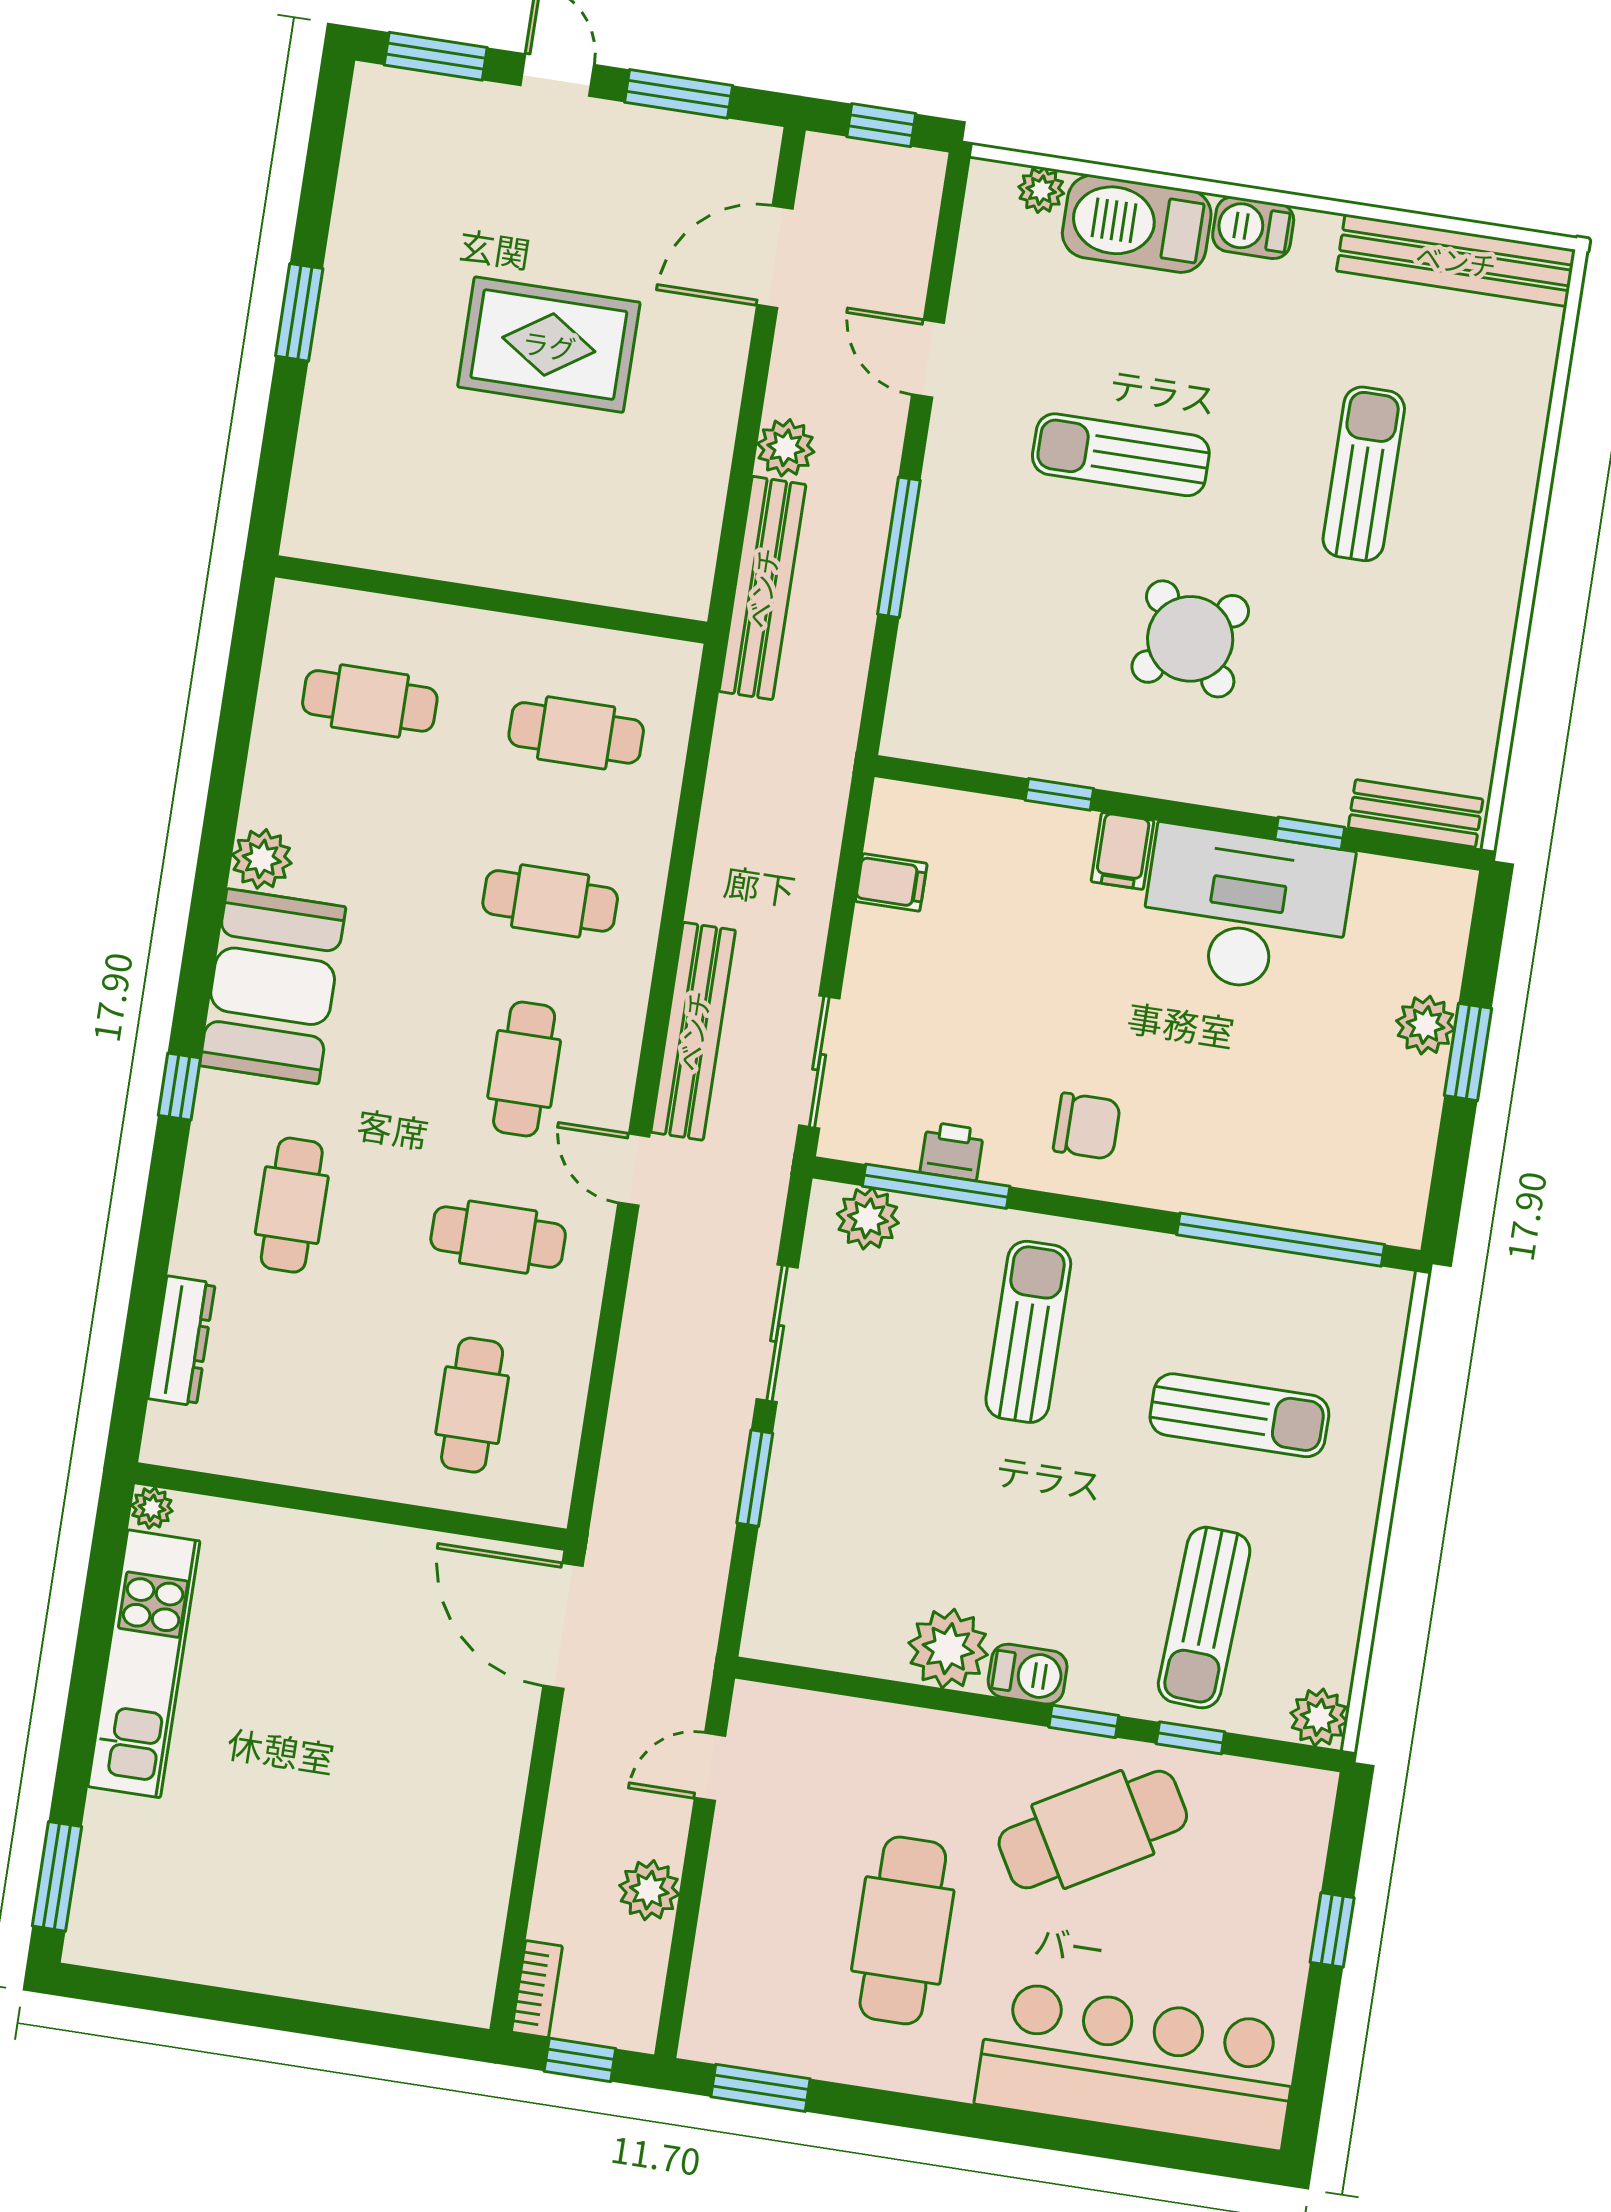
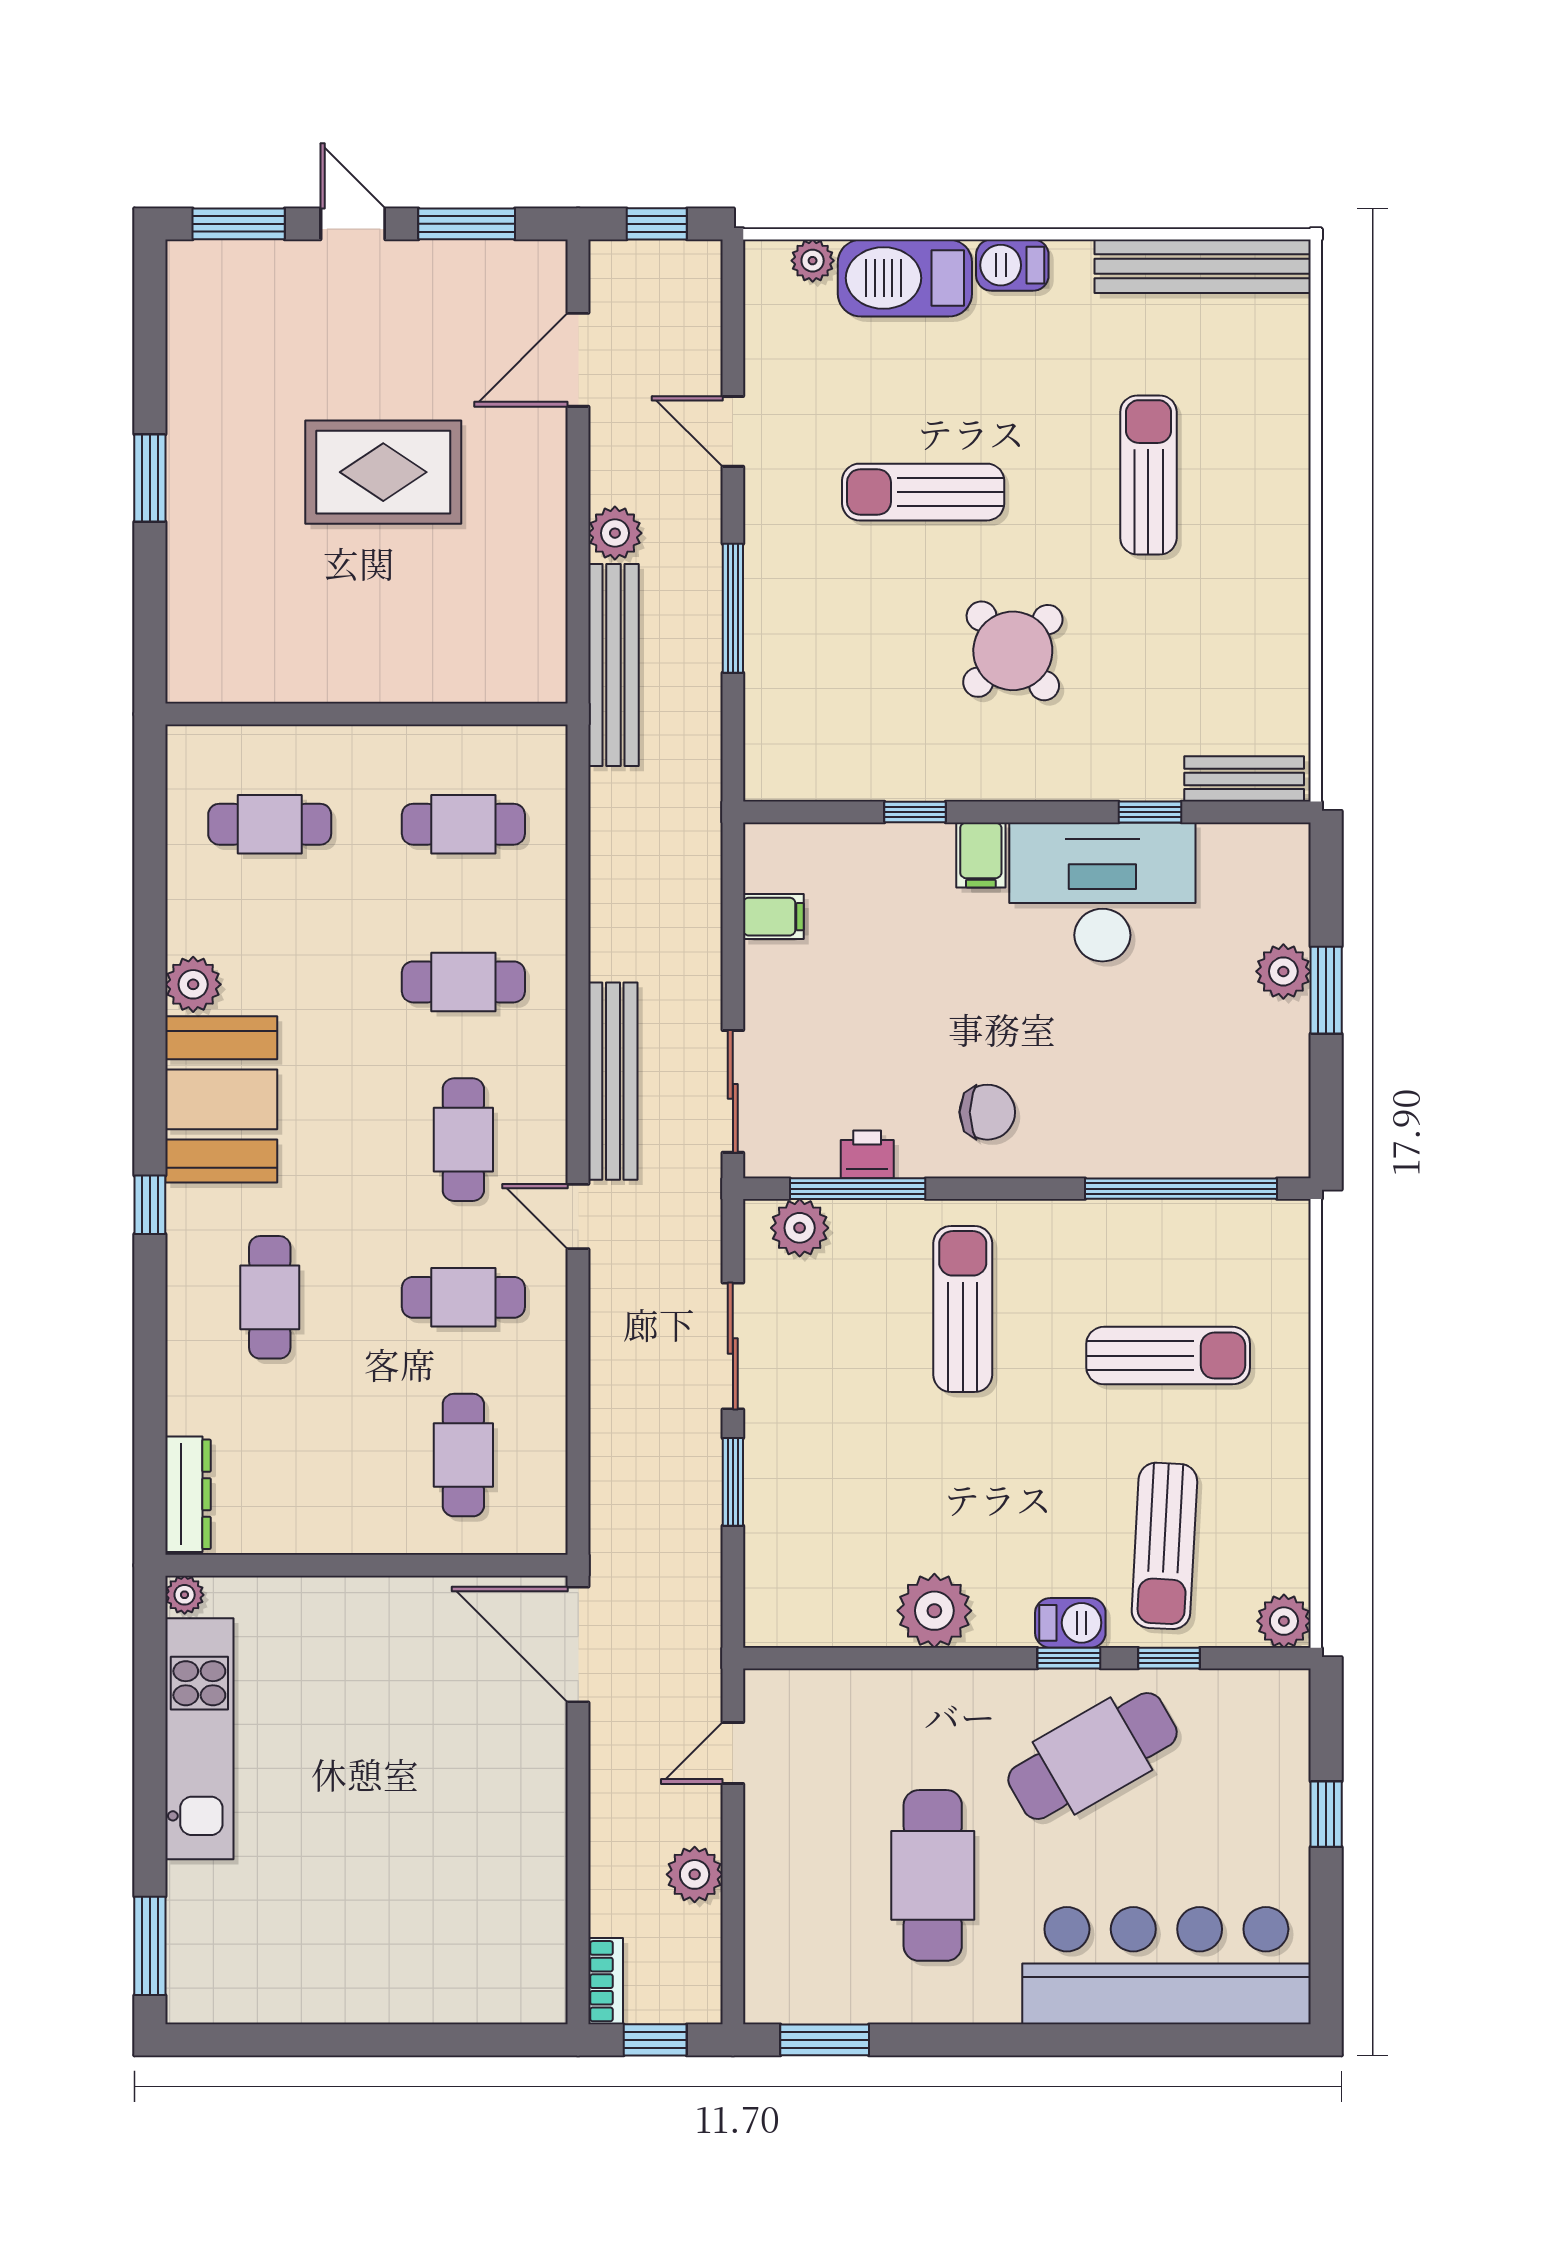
dresser: (182, 1341) -> (188, 1494), moved
barbecue: (1028, 1674) -> (1070, 1623), moved

